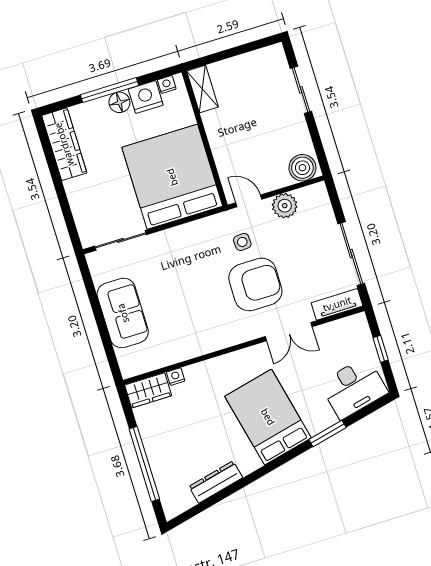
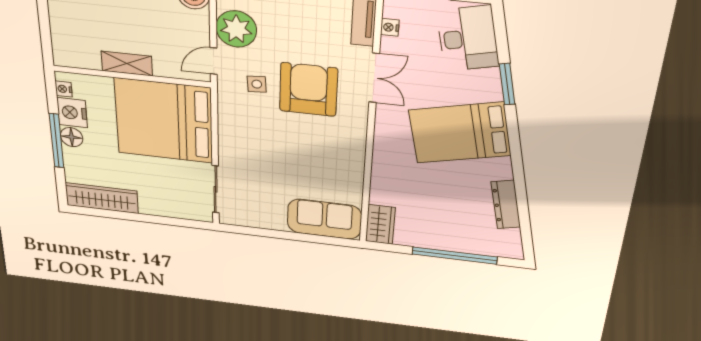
shelving: (202, 89) -> (127, 64), moved
plant: (285, 206) -> (236, 29), width x1.36, depth x1.36
sofa: (123, 313) -> (324, 219), moved
nightstand: (176, 377) -> (390, 27), moved

